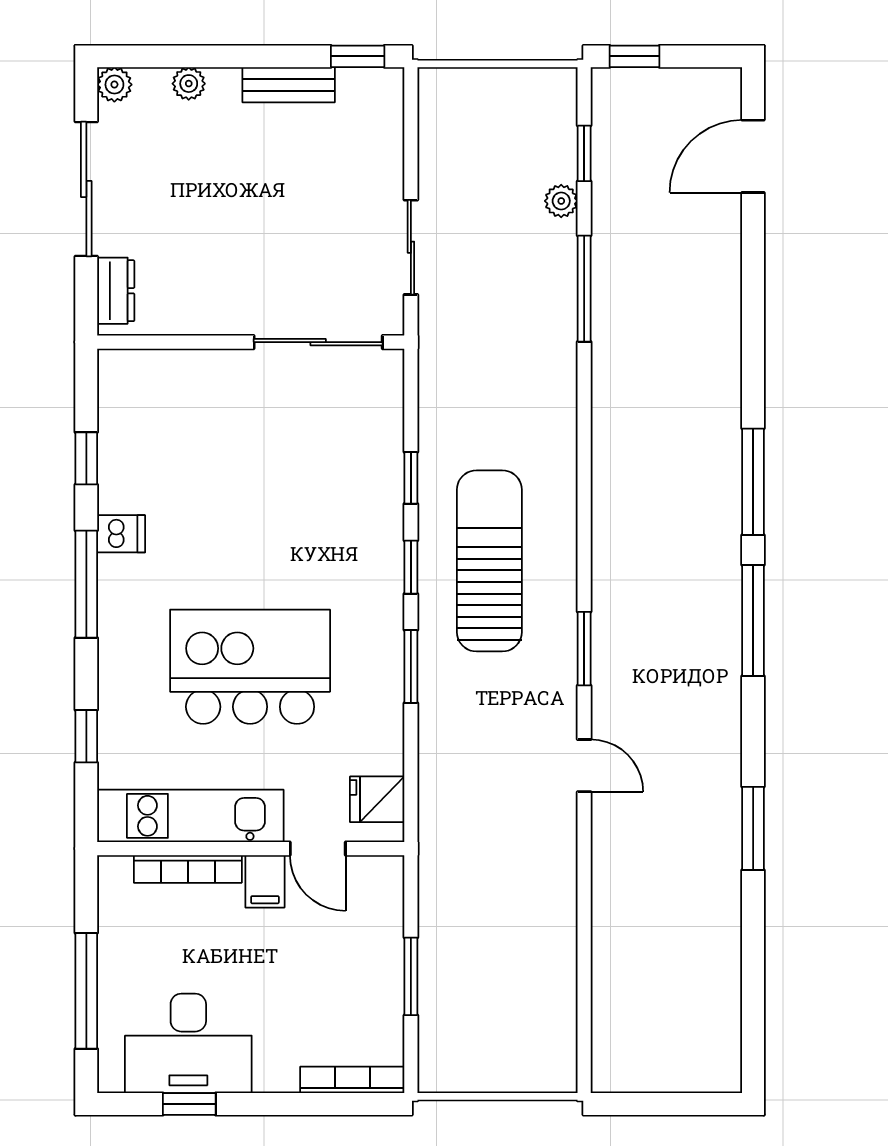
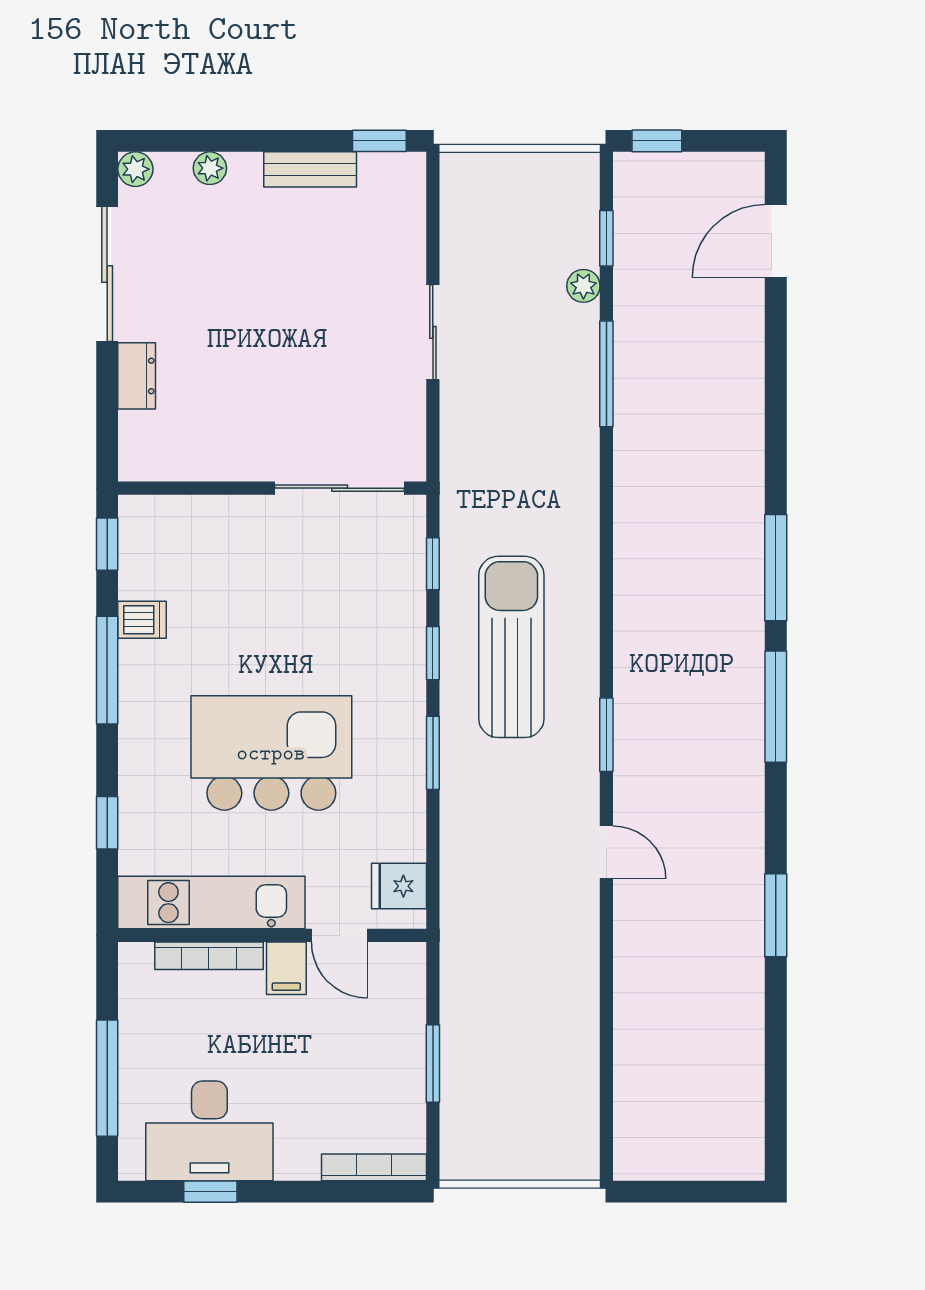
wall: (251, 342) -> (272, 488), moved
sliding door: (318, 342) -> (340, 488), moved

